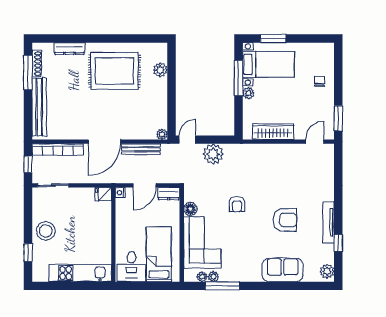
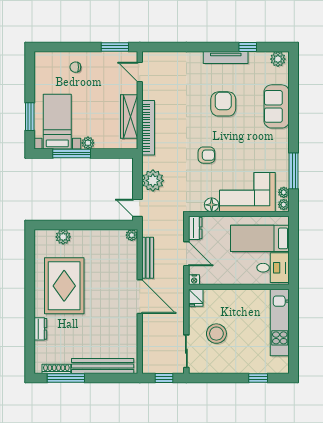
dresser: (69, 49) -> (40, 329), width x0.70
bookcase: (58, 150) -> (148, 128), moved
stool: (46, 231) -> (216, 334), moved
plant: (213, 277) -> (284, 205), moved

